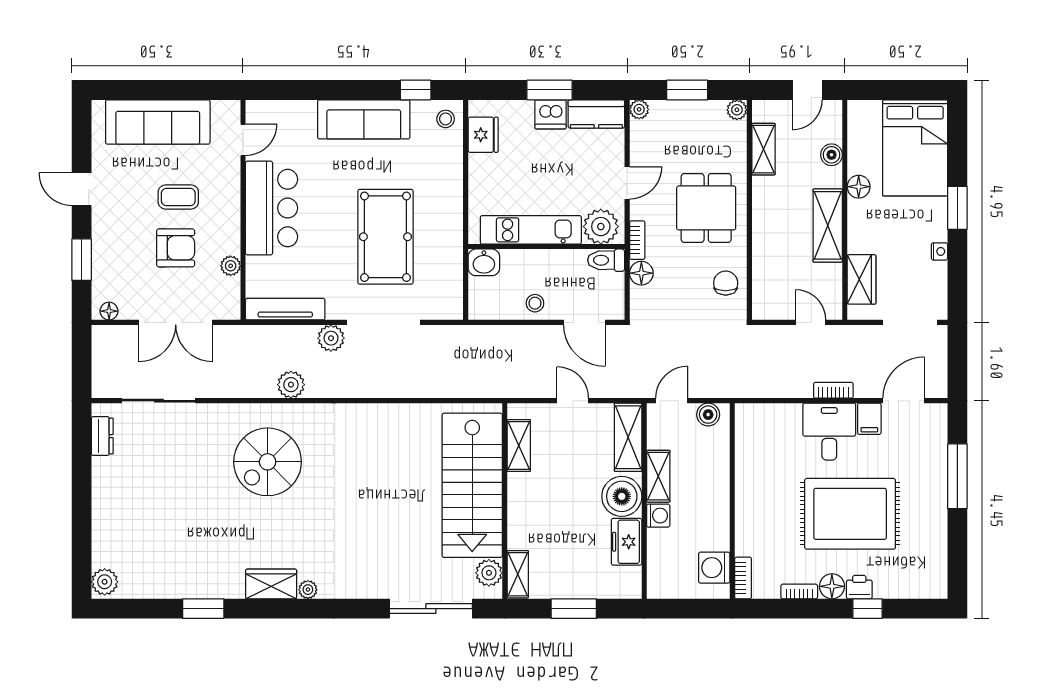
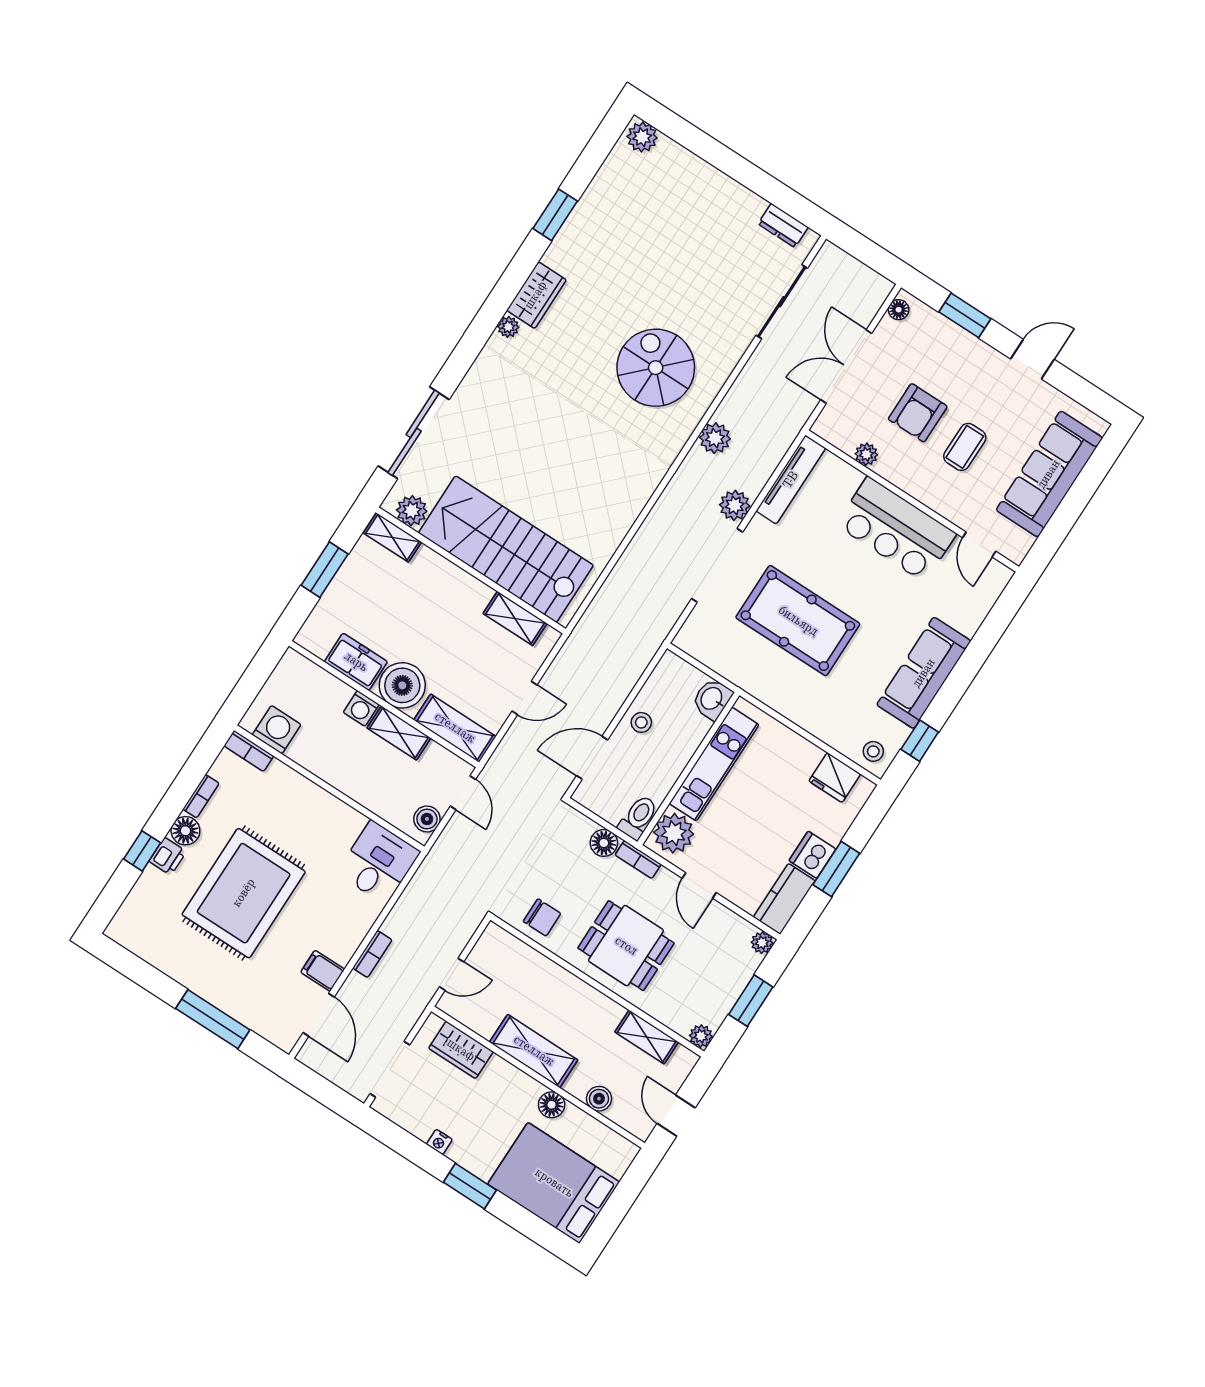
desk: (829, 432) -> (378, 862), moved, turned -90

